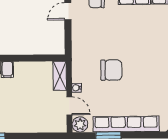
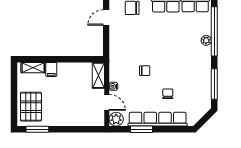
chair: (111, 70) -> (145, 71), width x0.54, depth x0.54
chair: (137, 96) -> (168, 94), added

